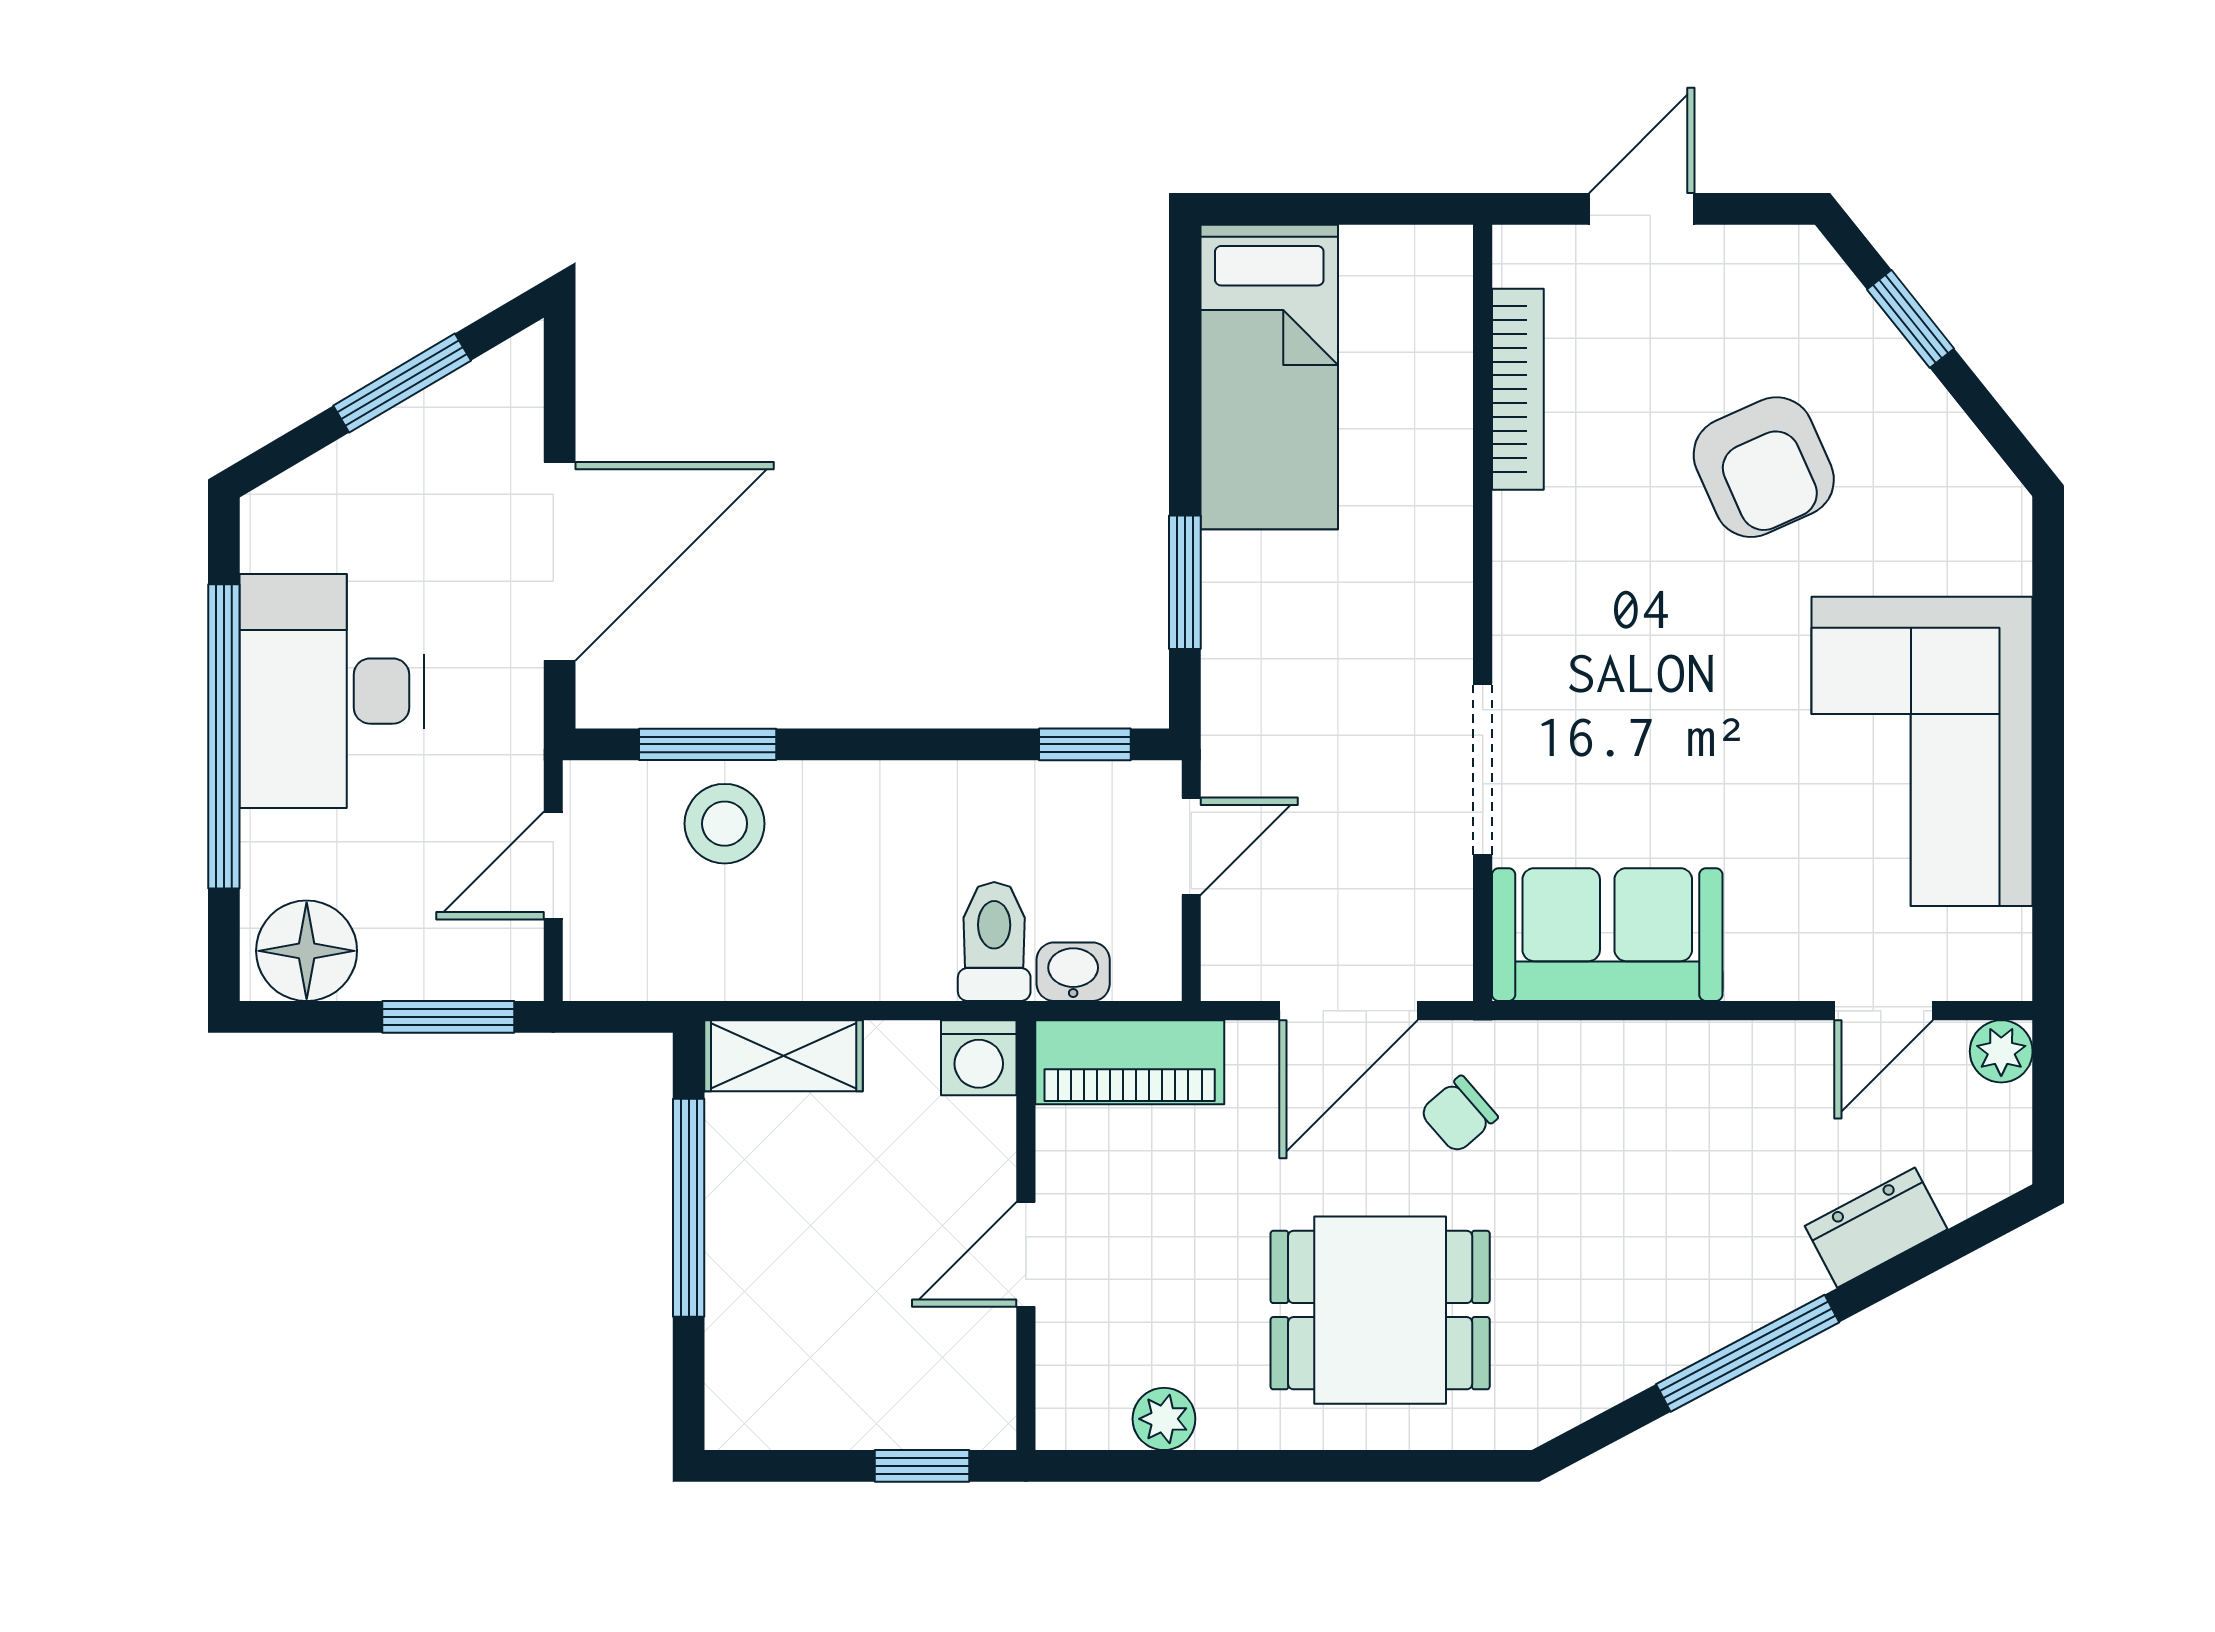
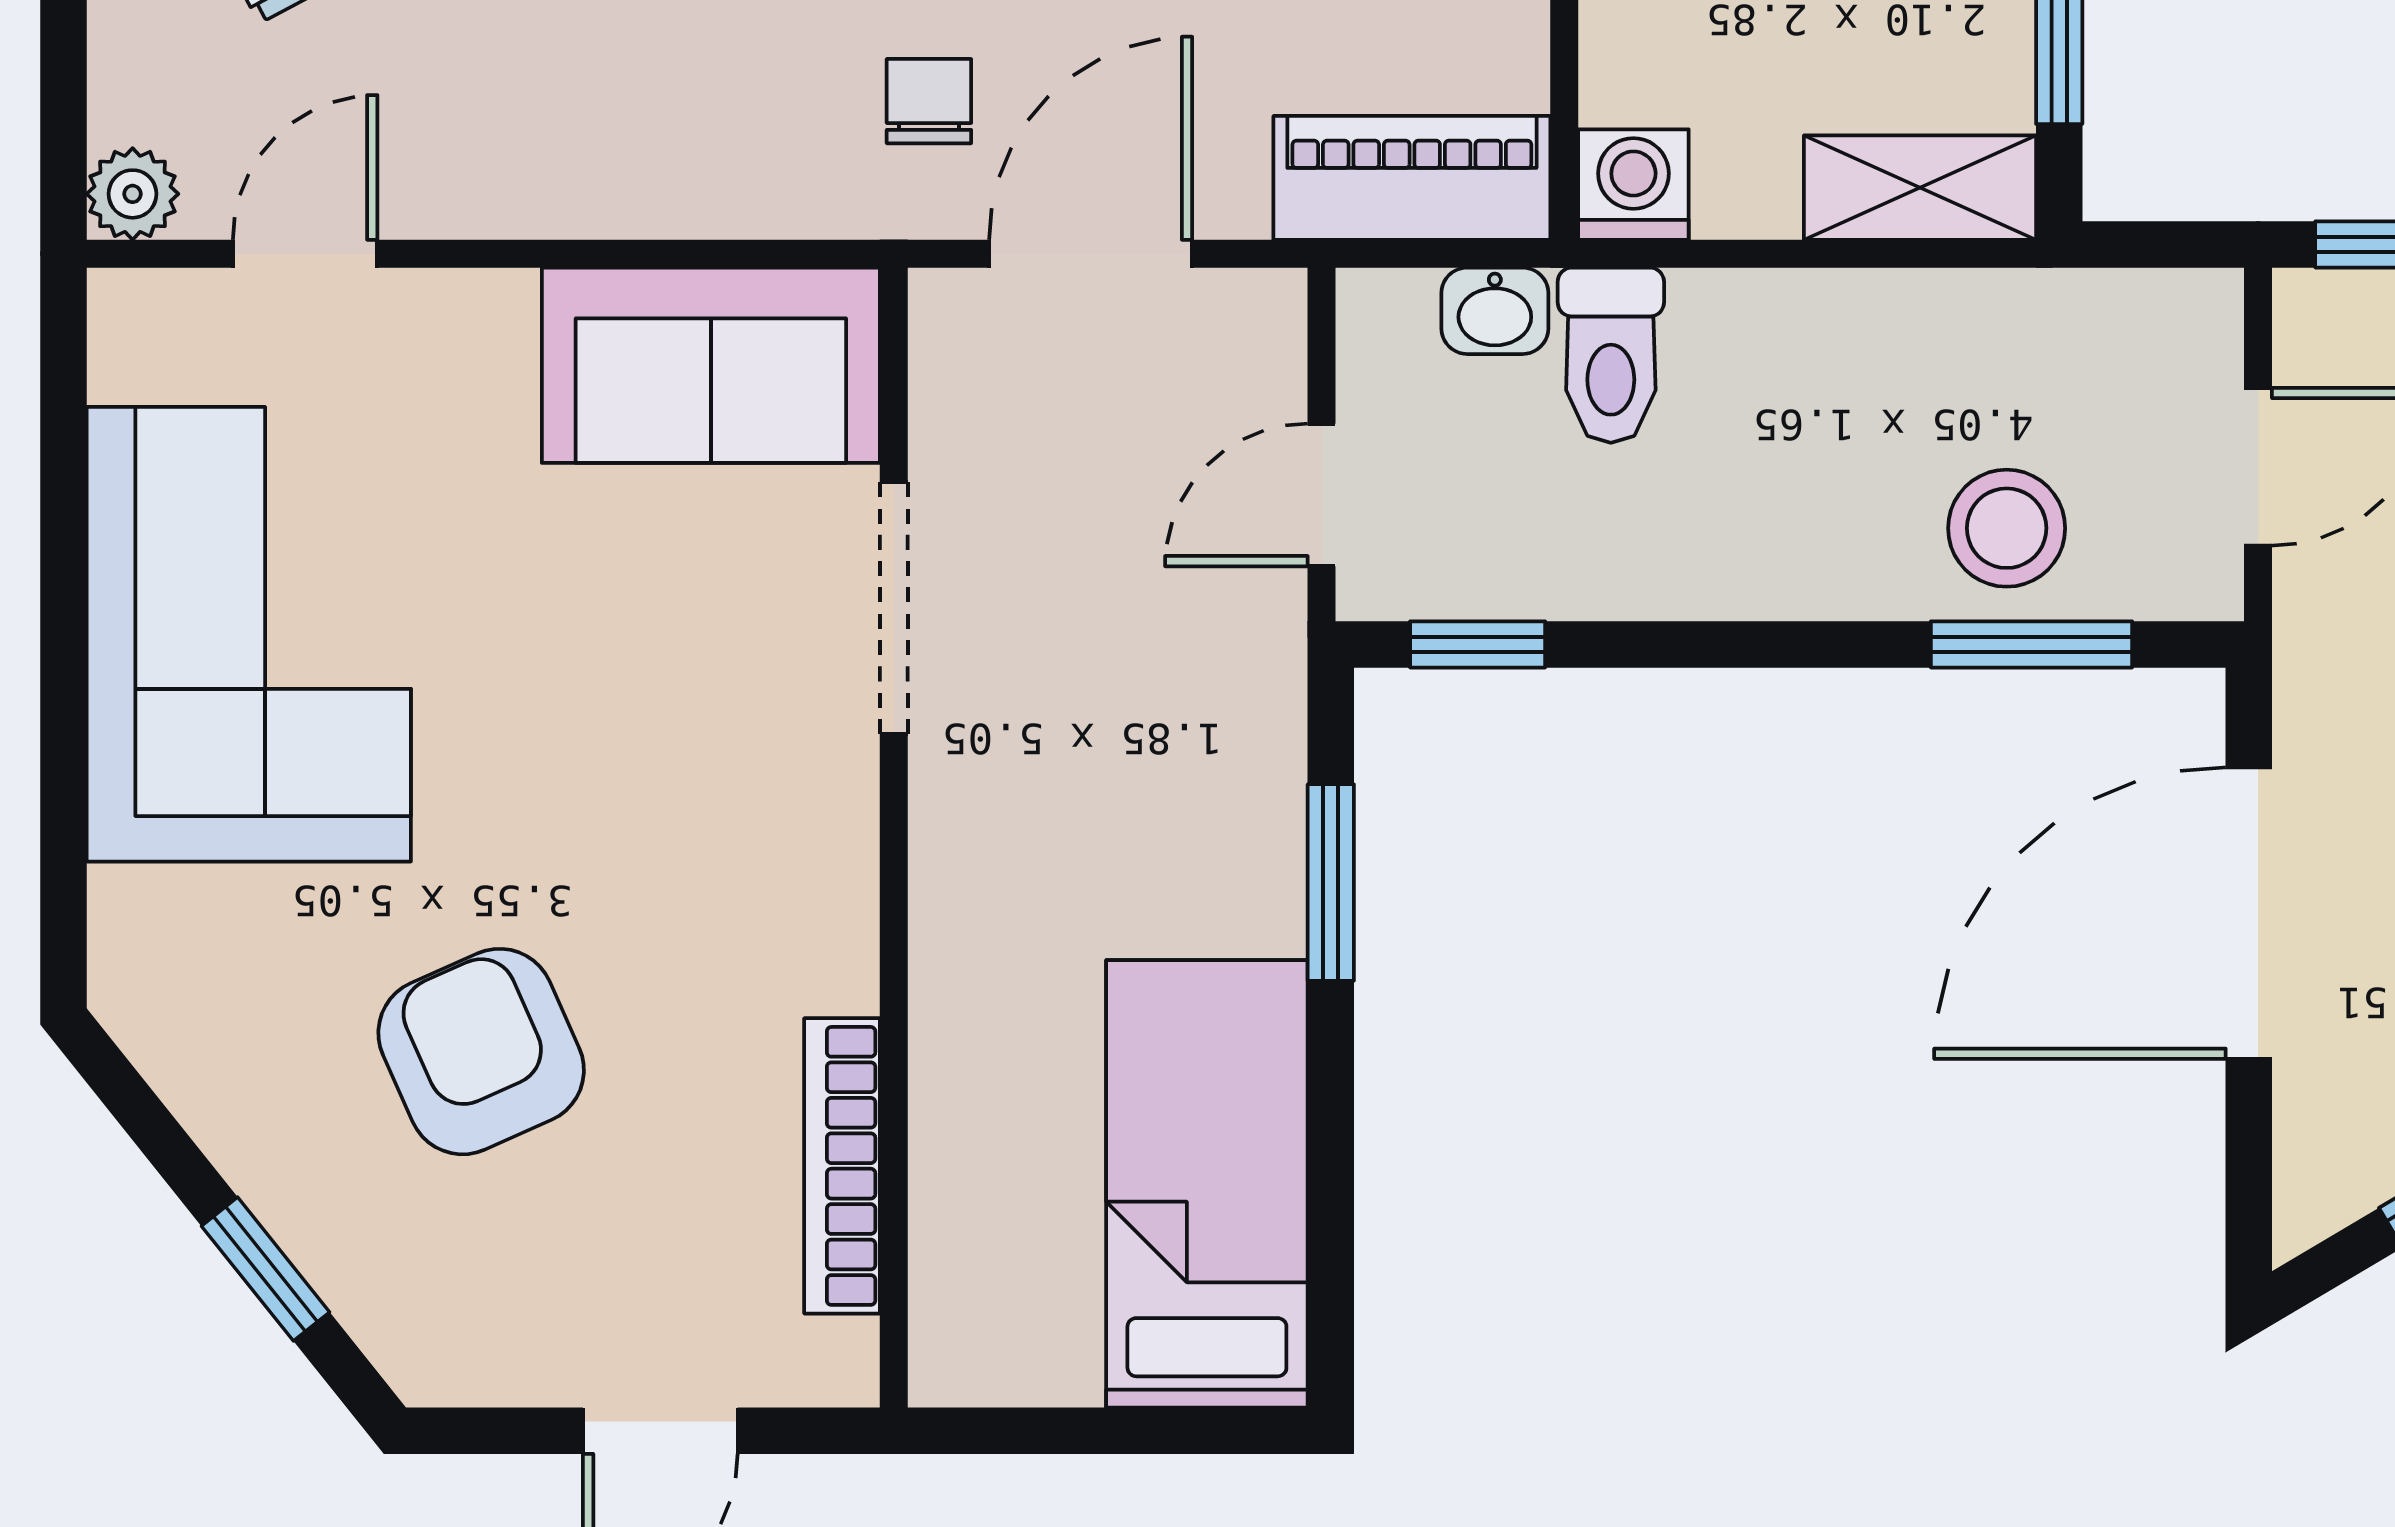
chair: (1459, 1115) -> (929, 101), turned -49

